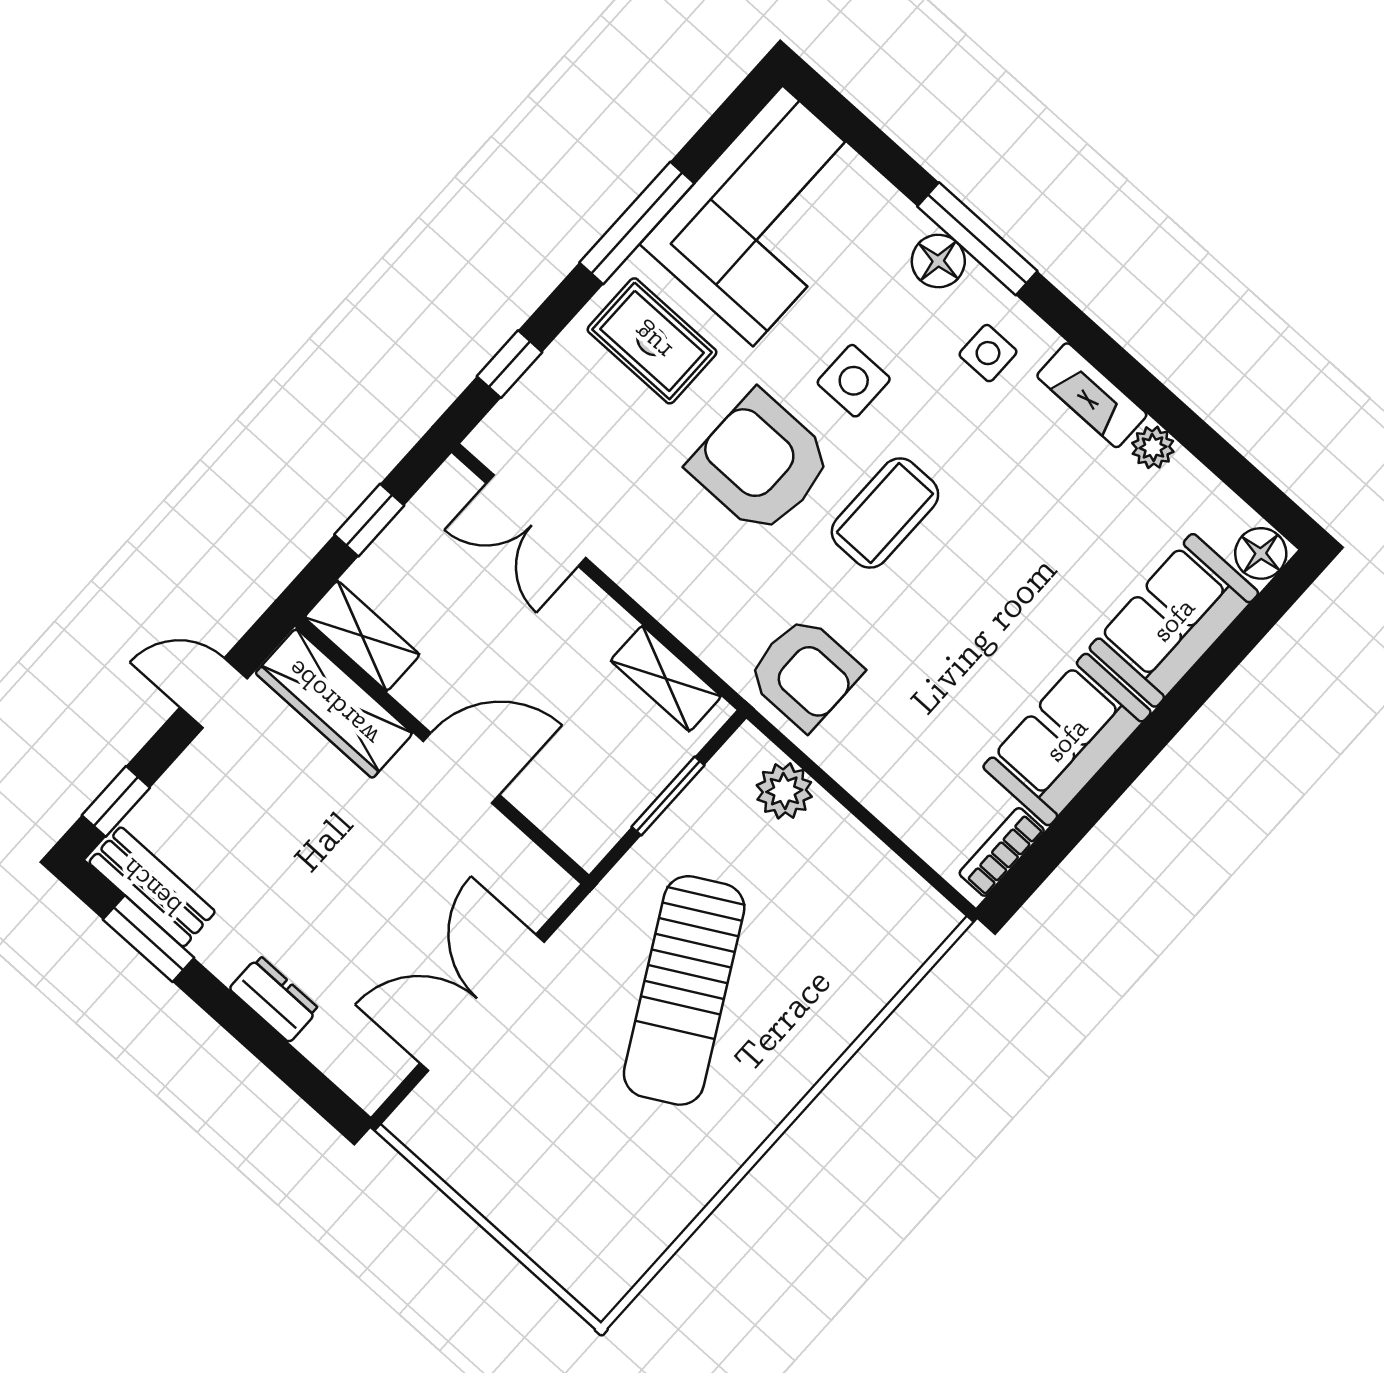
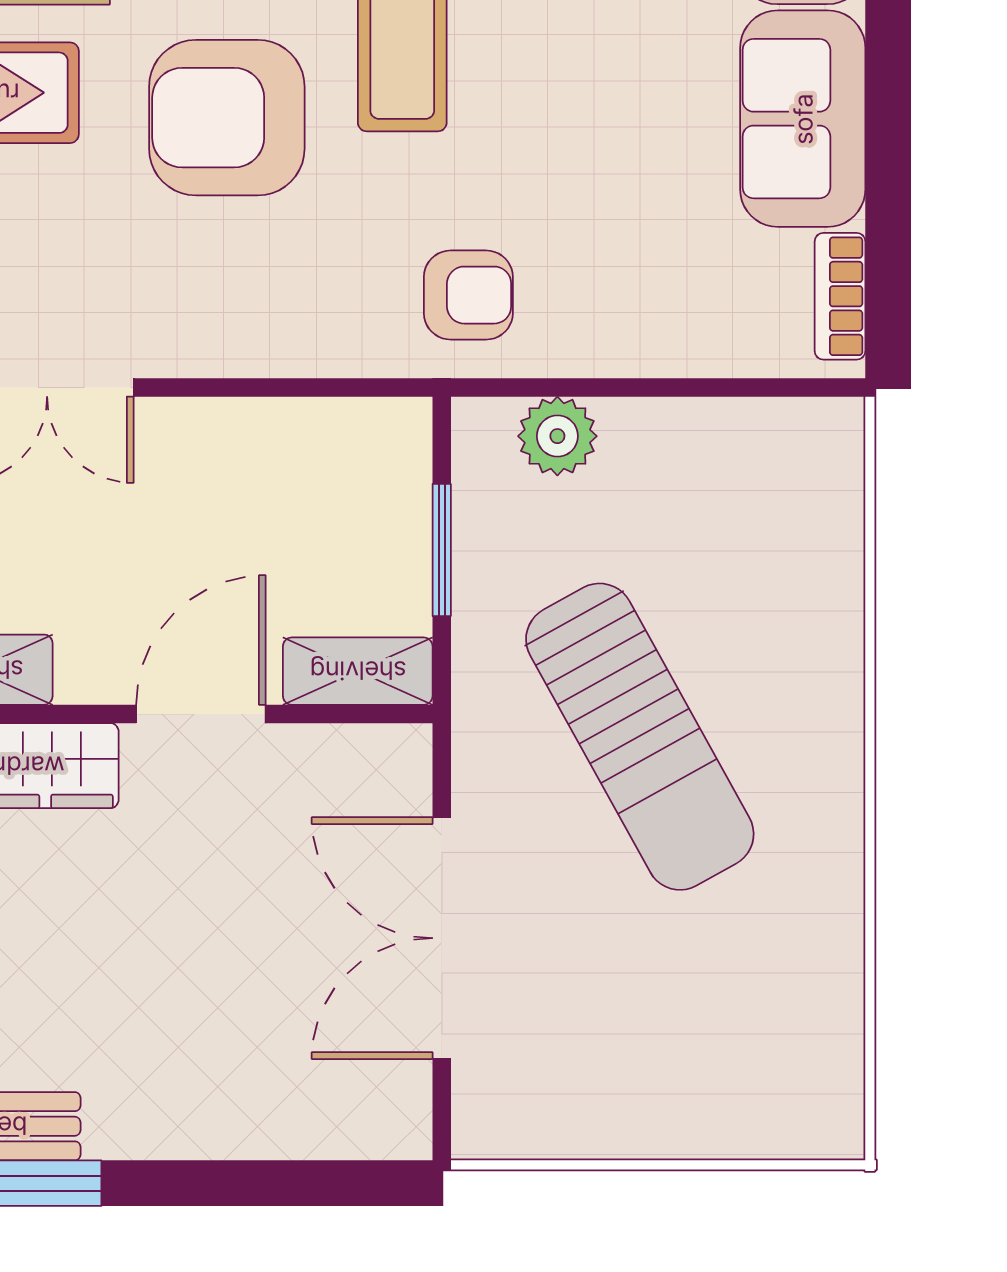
armchair: (804, 673) -> (468, 295), width x0.72, depth x0.72
shelving: (666, 679) -> (358, 671), moved
dresser: (274, 999) -> (222, 1128), removed

